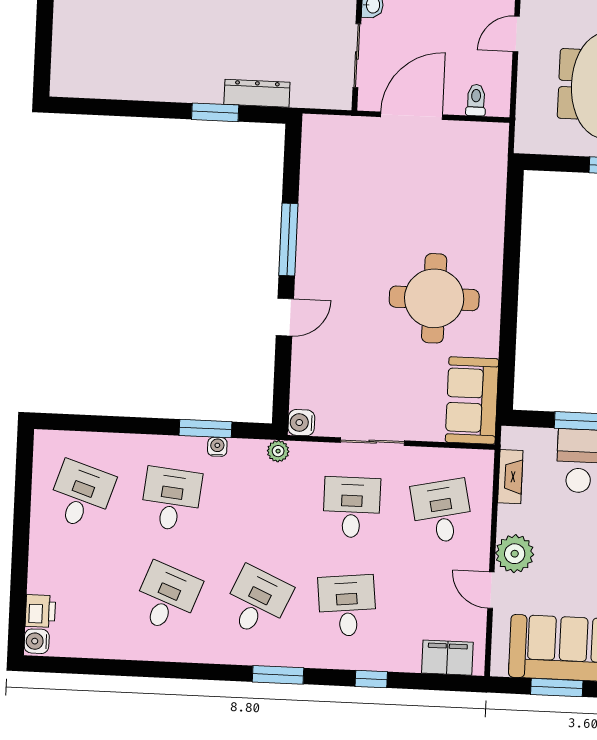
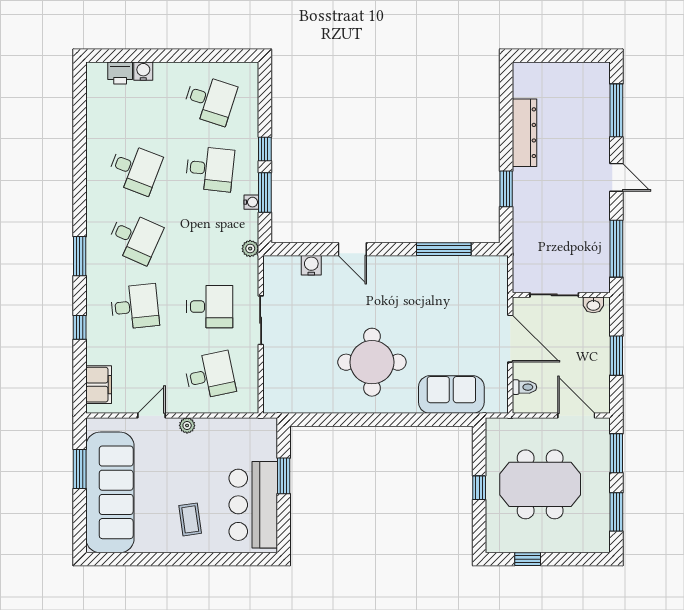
door: (516, 34) -> (576, 416), width x1.38
dresser: (257, 93) -> (524, 133), moved, width x1.37, depth x1.24
window: (288, 239) -> (444, 249), moved
sofa: (472, 400) -> (451, 395), moved
water cooler: (301, 423) -> (311, 265), moved
window: (149, 426) -> (265, 149), added
fireplace: (510, 477) -> (239, 426), removed
plant: (515, 554) -> (187, 425), width x0.53, depth x0.53
water cooler: (37, 641) -> (143, 71), moved

